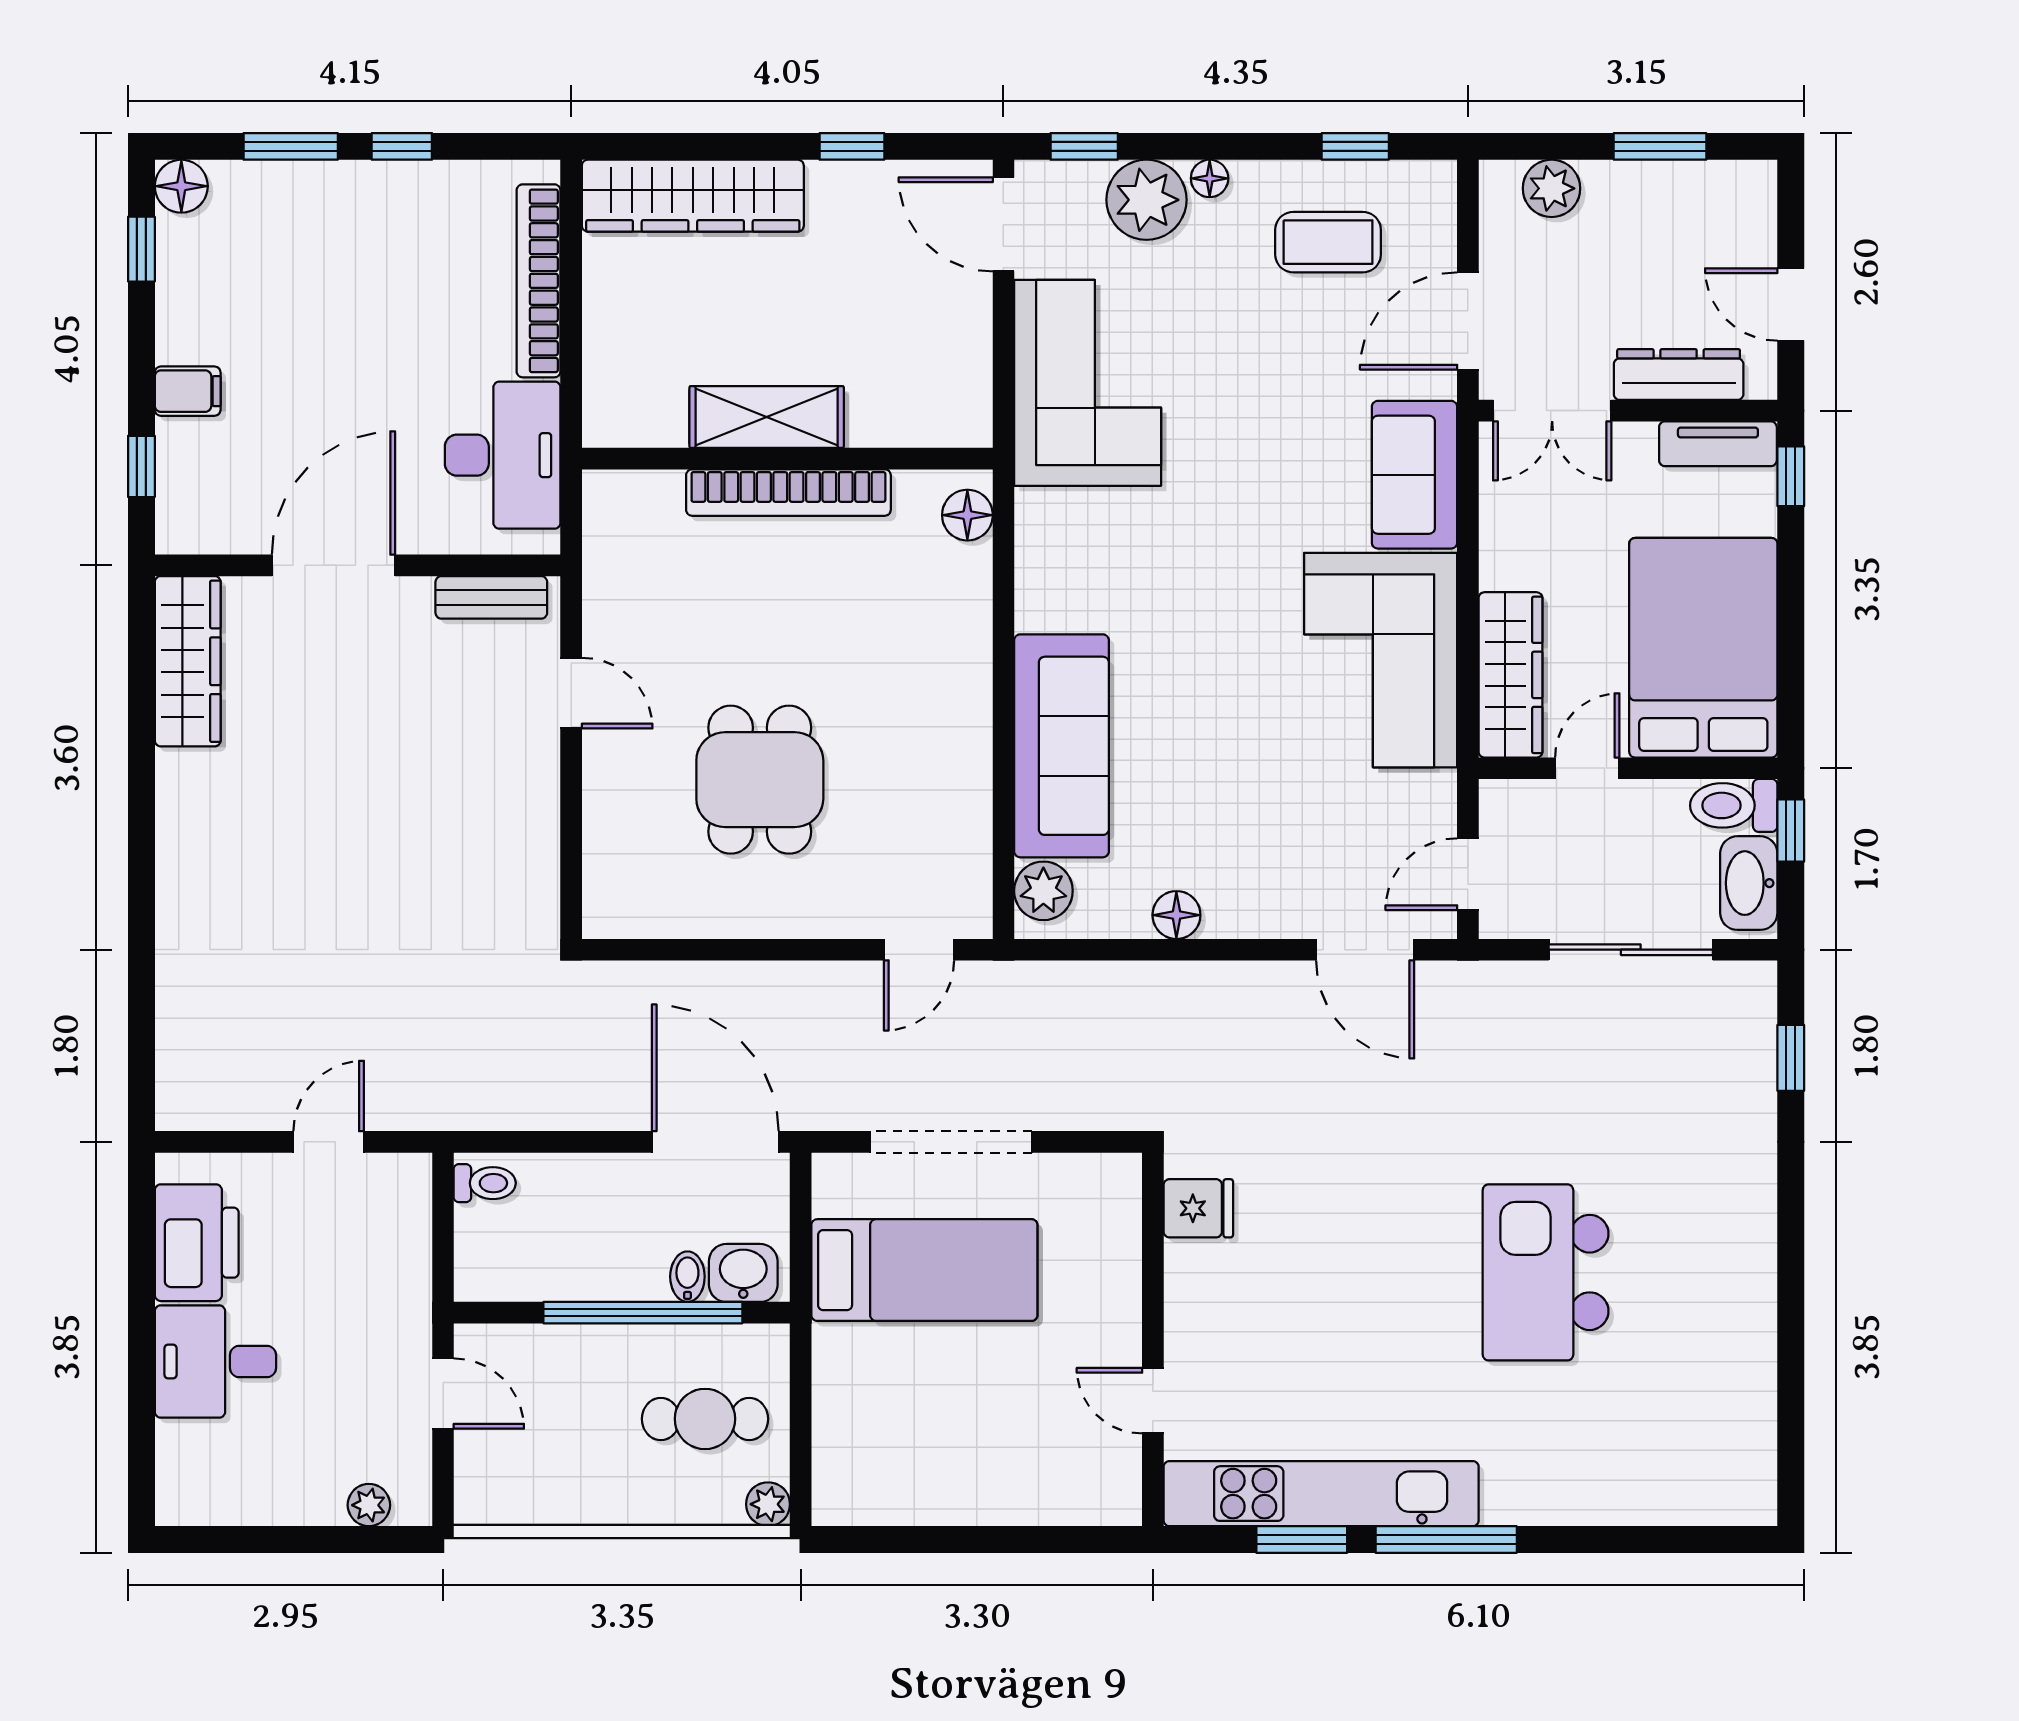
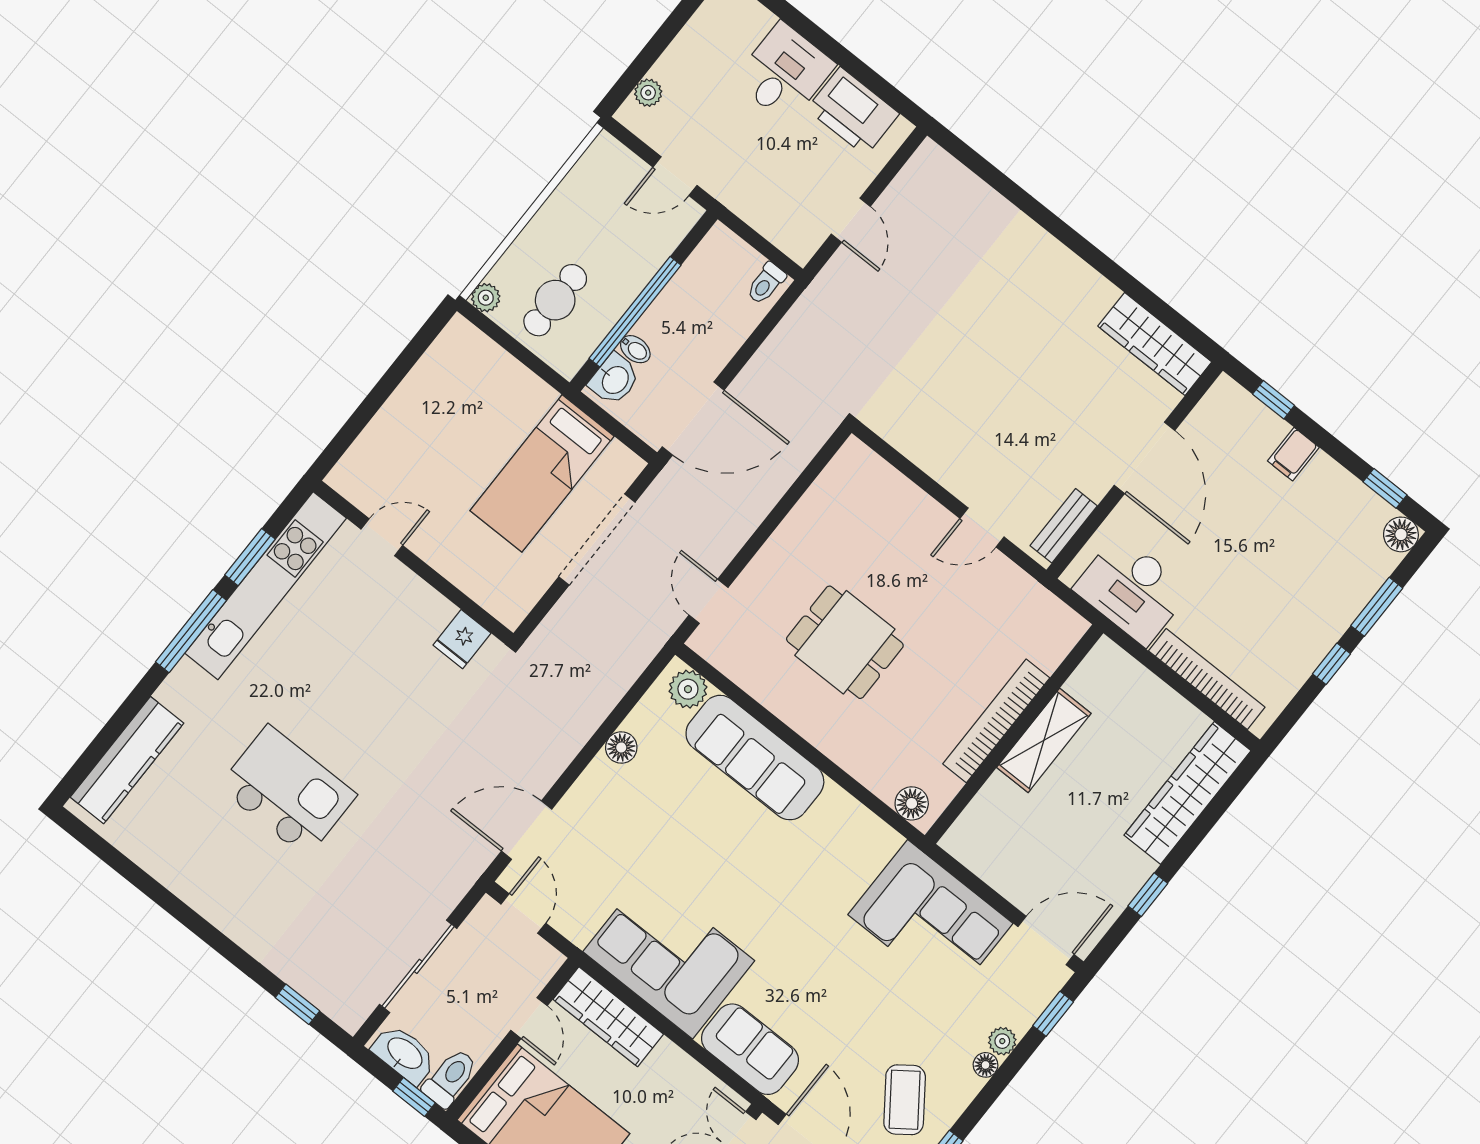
plant: (1146, 200) -> (1002, 1041), width x0.53, depth x0.53
coffee table: (1328, 242) -> (905, 1100), turned -36
dining table: (760, 780) -> (845, 642), moved
kitchen counter: (1661, 1493) -> (127, 760), added

